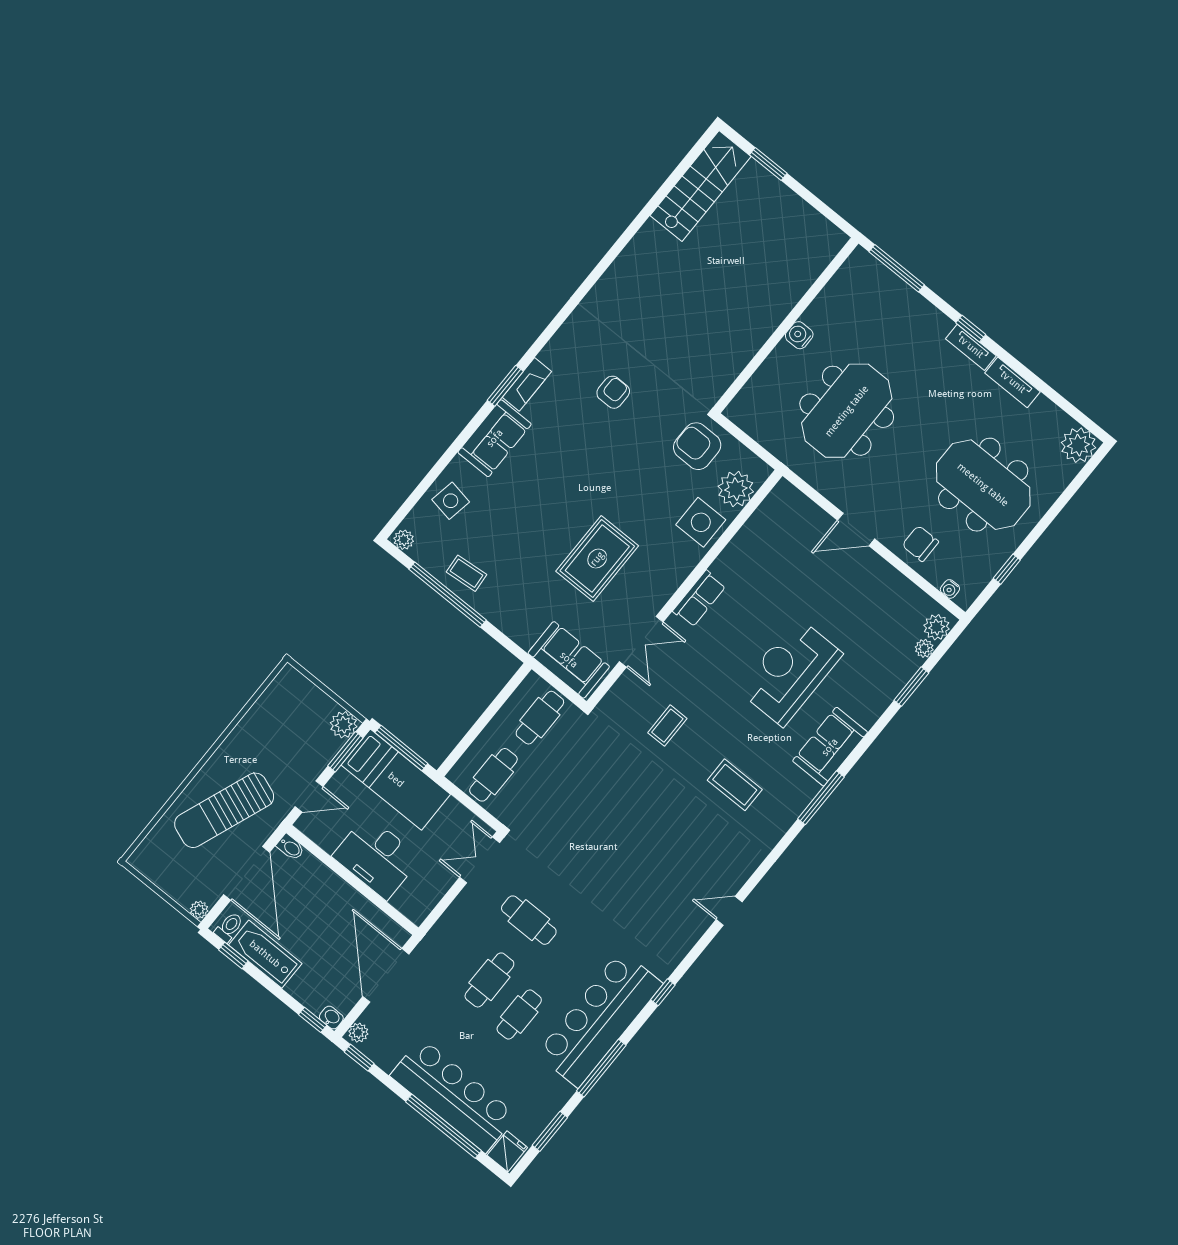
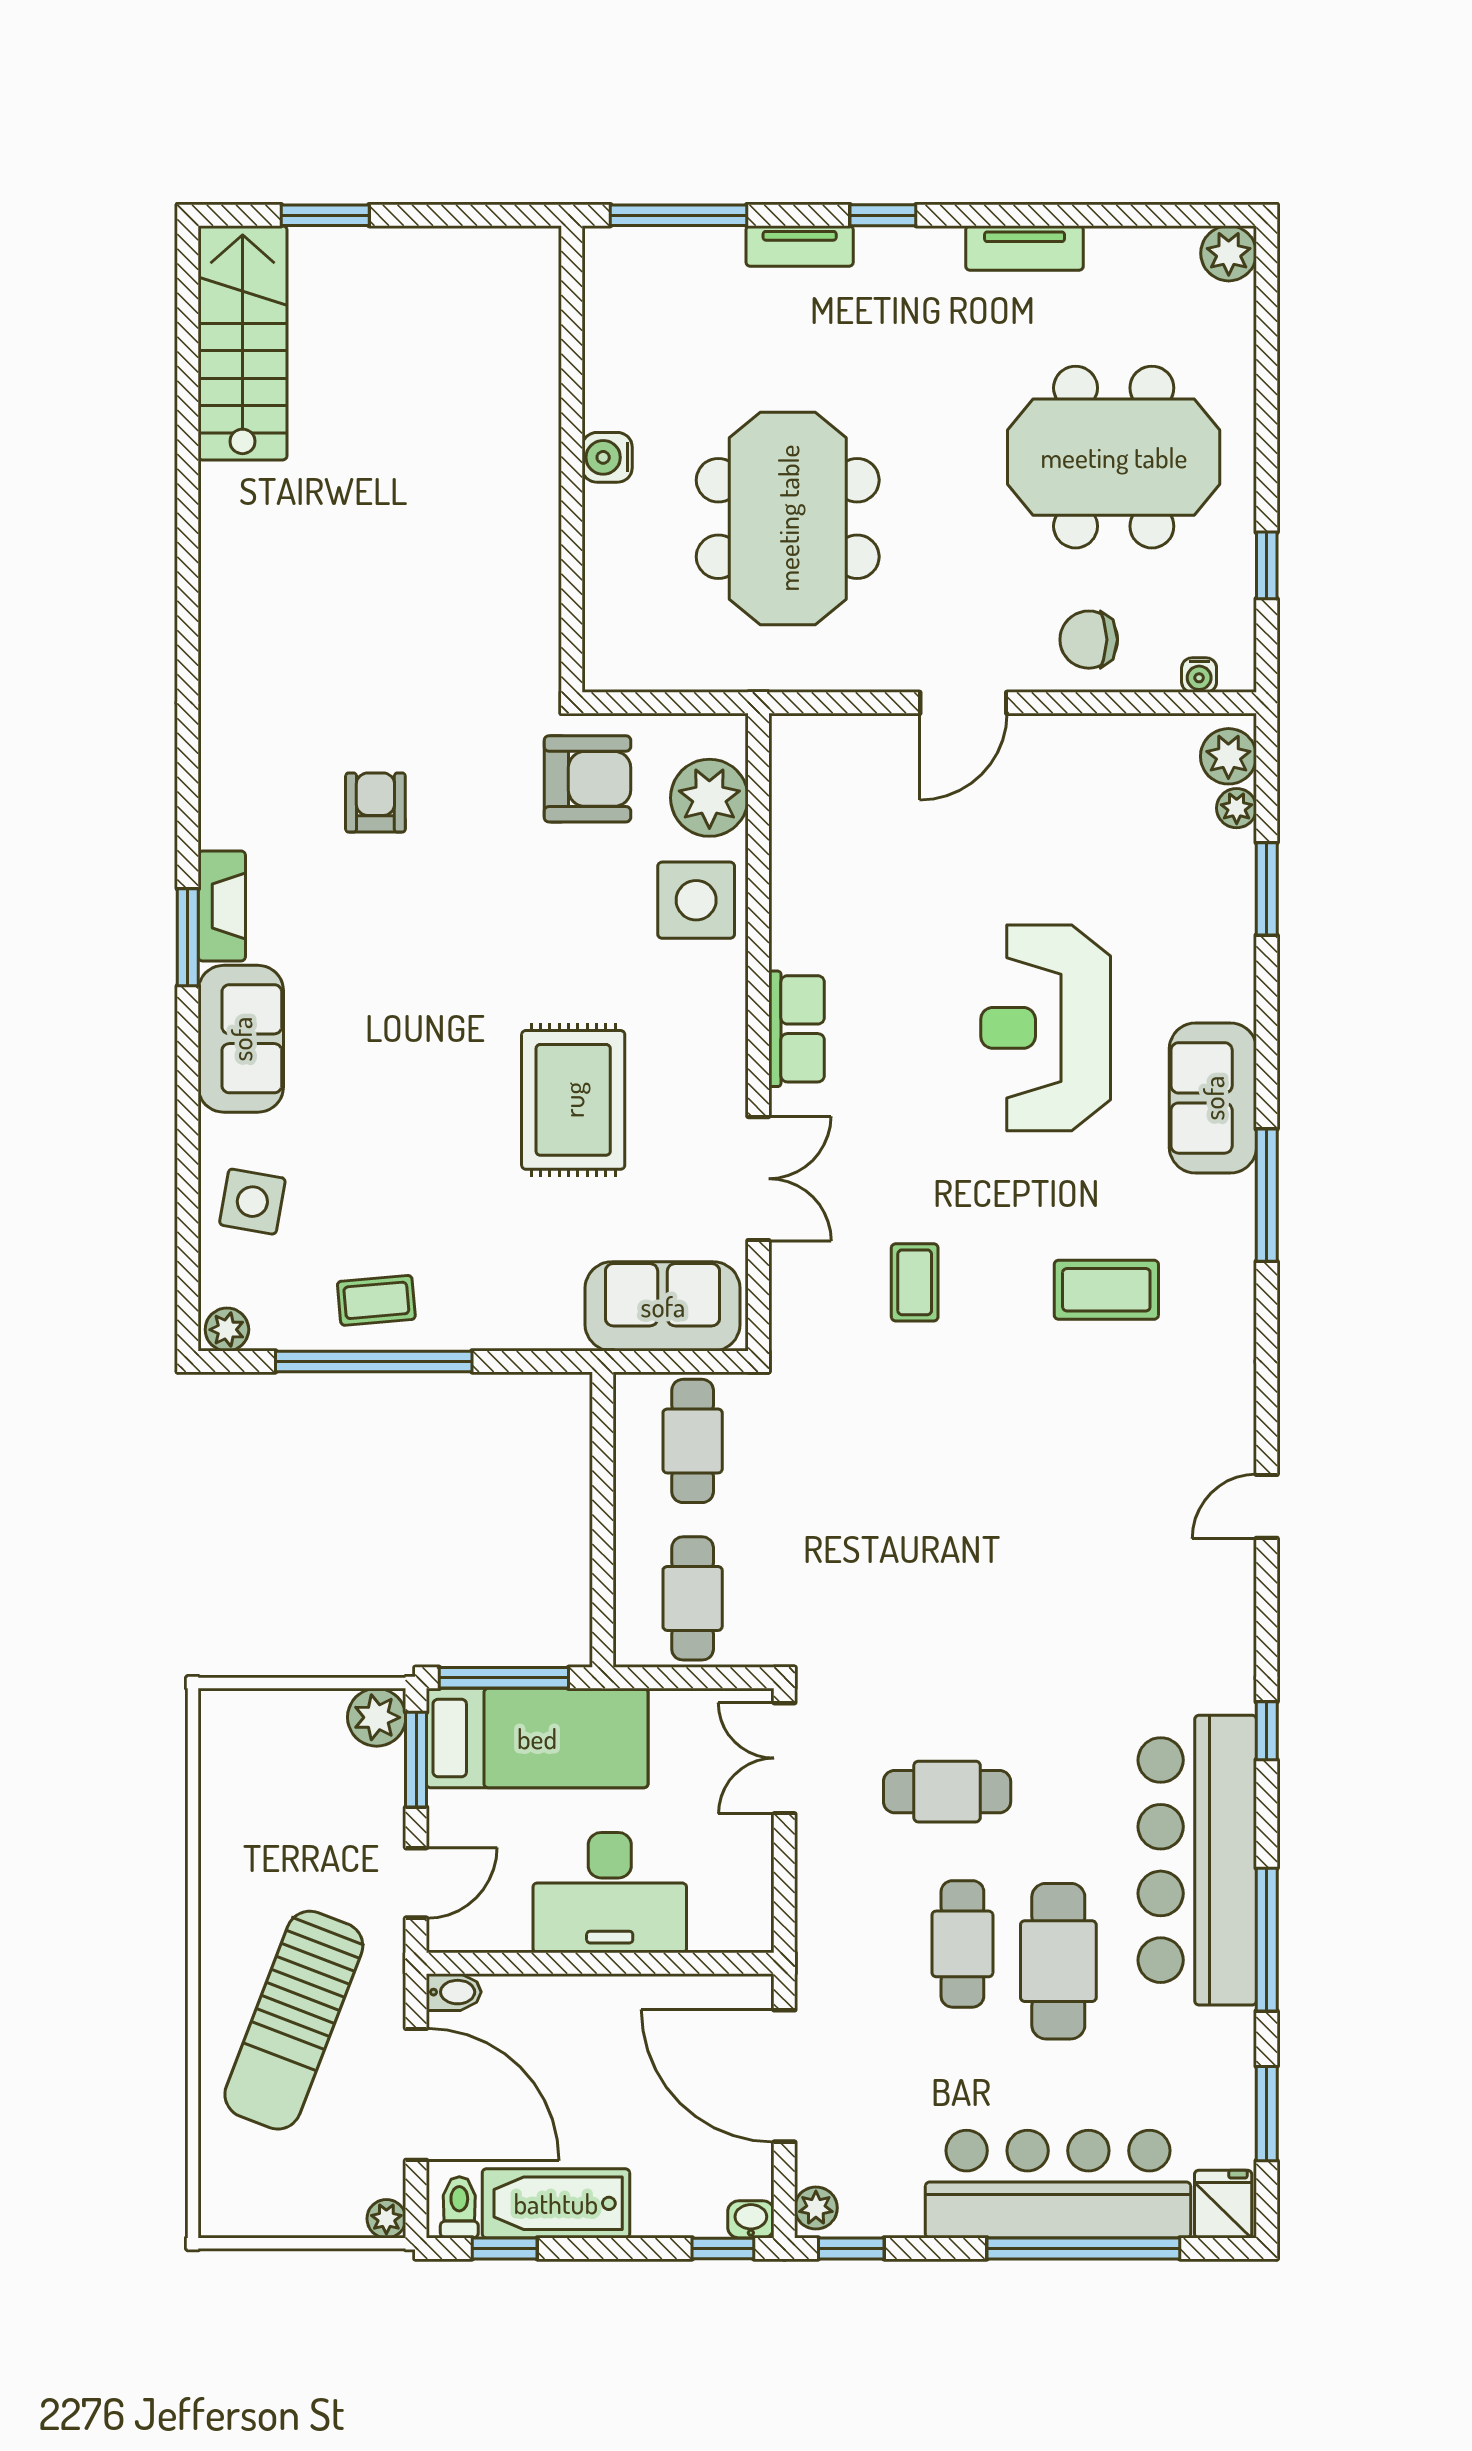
tv unit: (971, 347) -> (800, 246), moved
plant: (1078, 445) -> (1229, 253), width x0.73, depth x0.73
armchair: (697, 446) -> (587, 779), turned 180
cafe table: (519, 1014) -> (1058, 1961), width x1.37, depth x1.35

